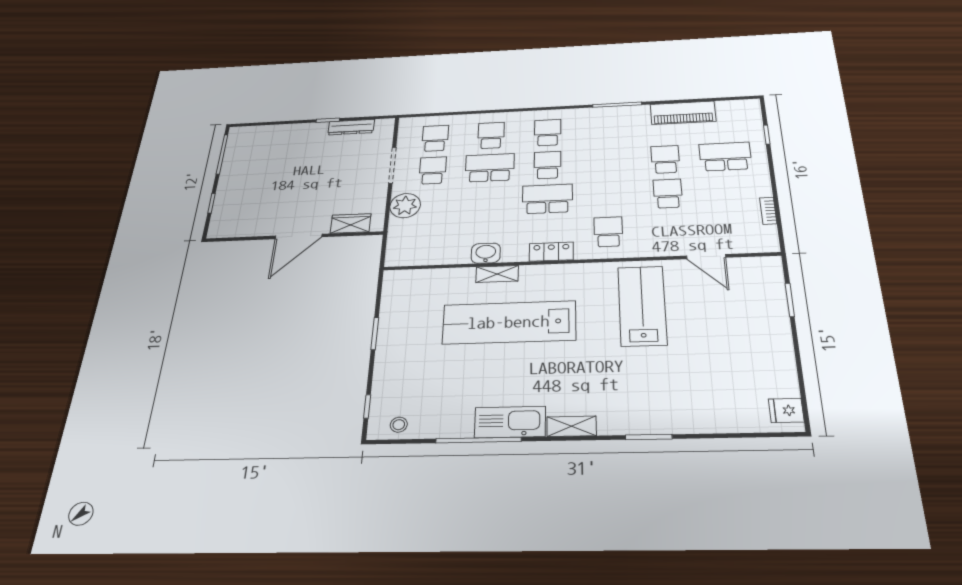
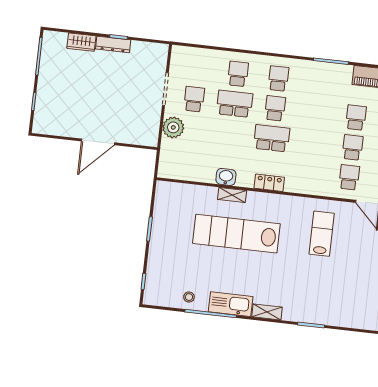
dresser: (351, 127) -> (113, 44), moved
school desk: (435, 138) -> (198, 69), removed
wardrobe: (351, 223) -> (81, 42), moved, turned 180
school desk: (608, 232) -> (349, 177), moved
lab bench: (642, 306) -> (322, 234), width x0.73, depth x0.72
stool: (399, 425) -> (189, 297), moved

